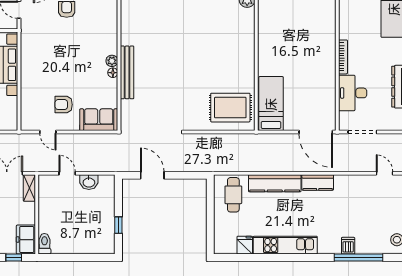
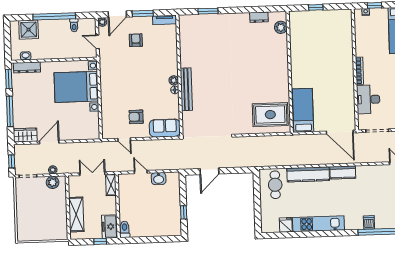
door: (152, 175) -> (209, 171), swing flipped

